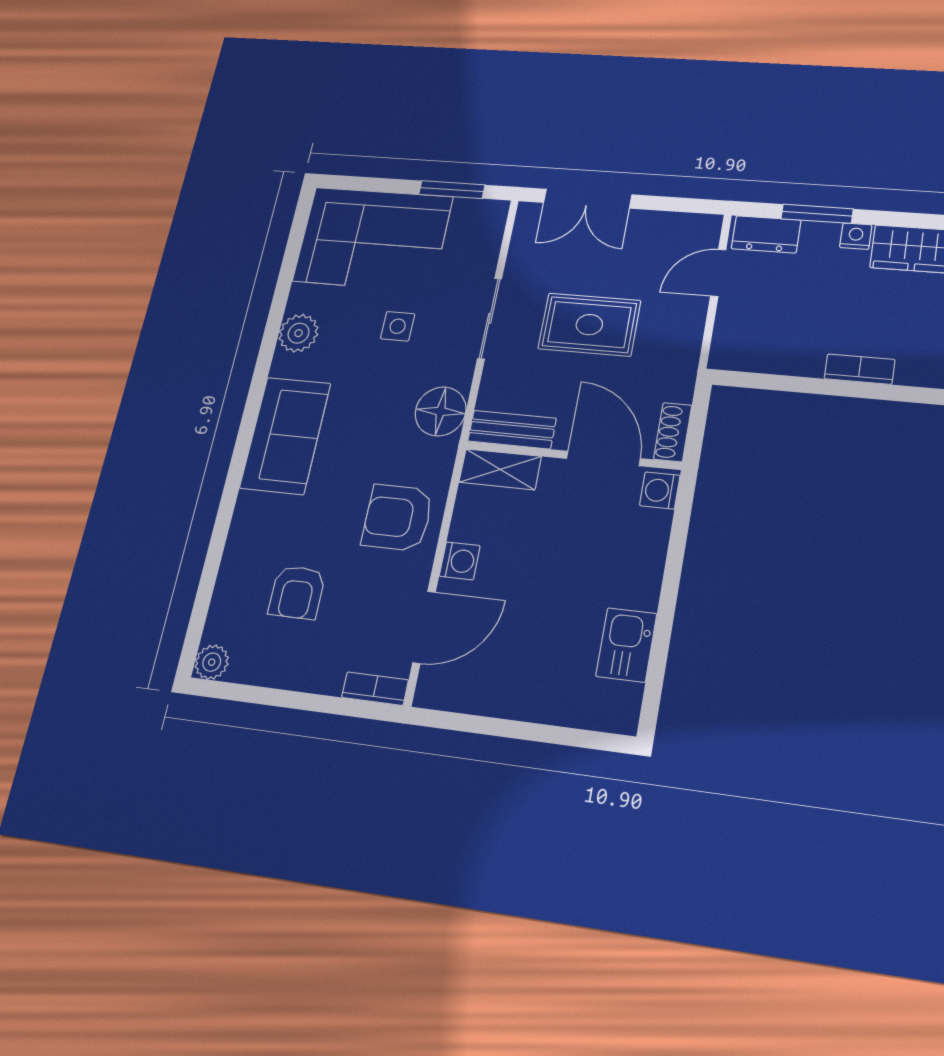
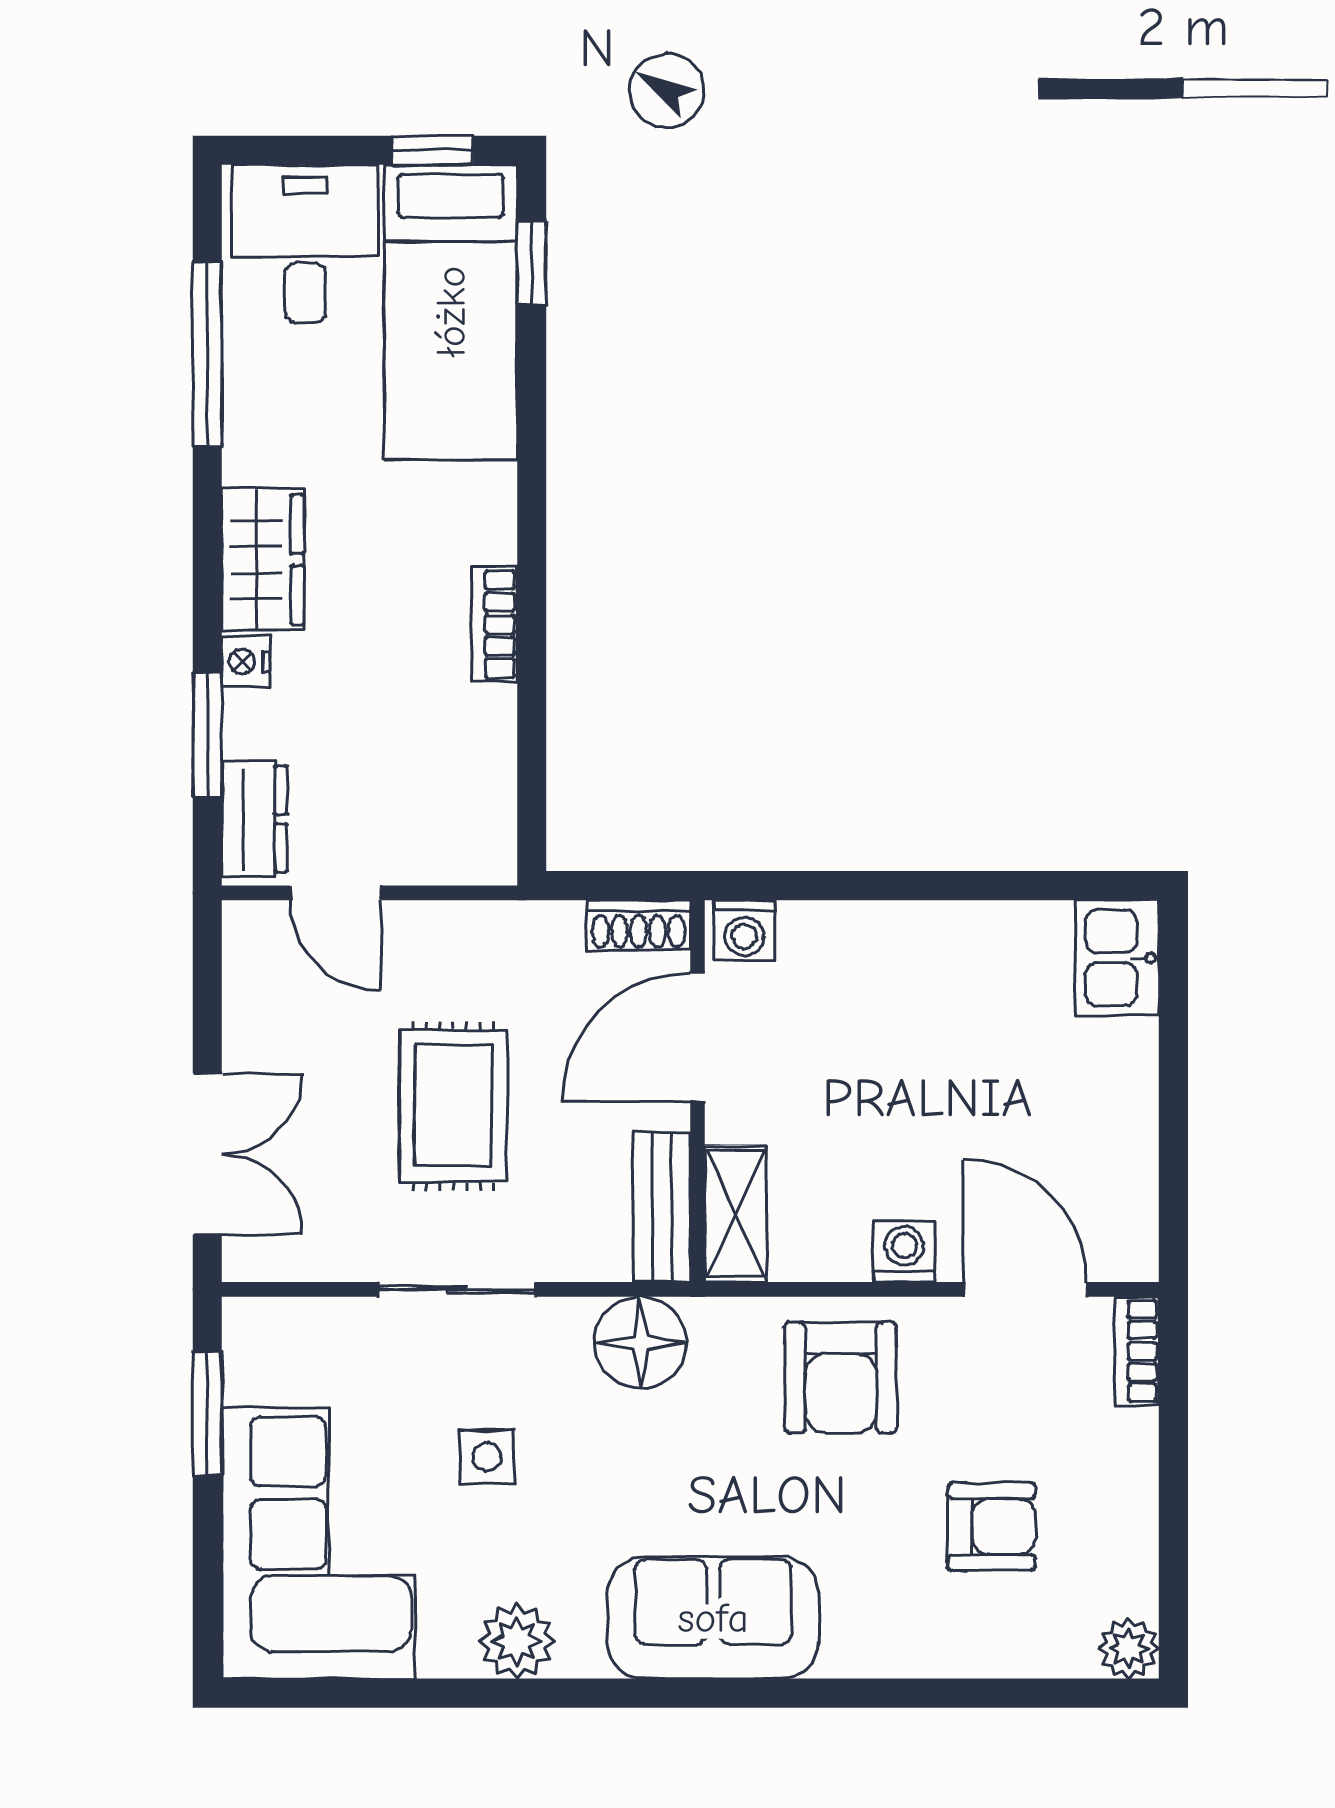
kitchen sink: (626, 645) -> (1117, 958), moved, turned 90

